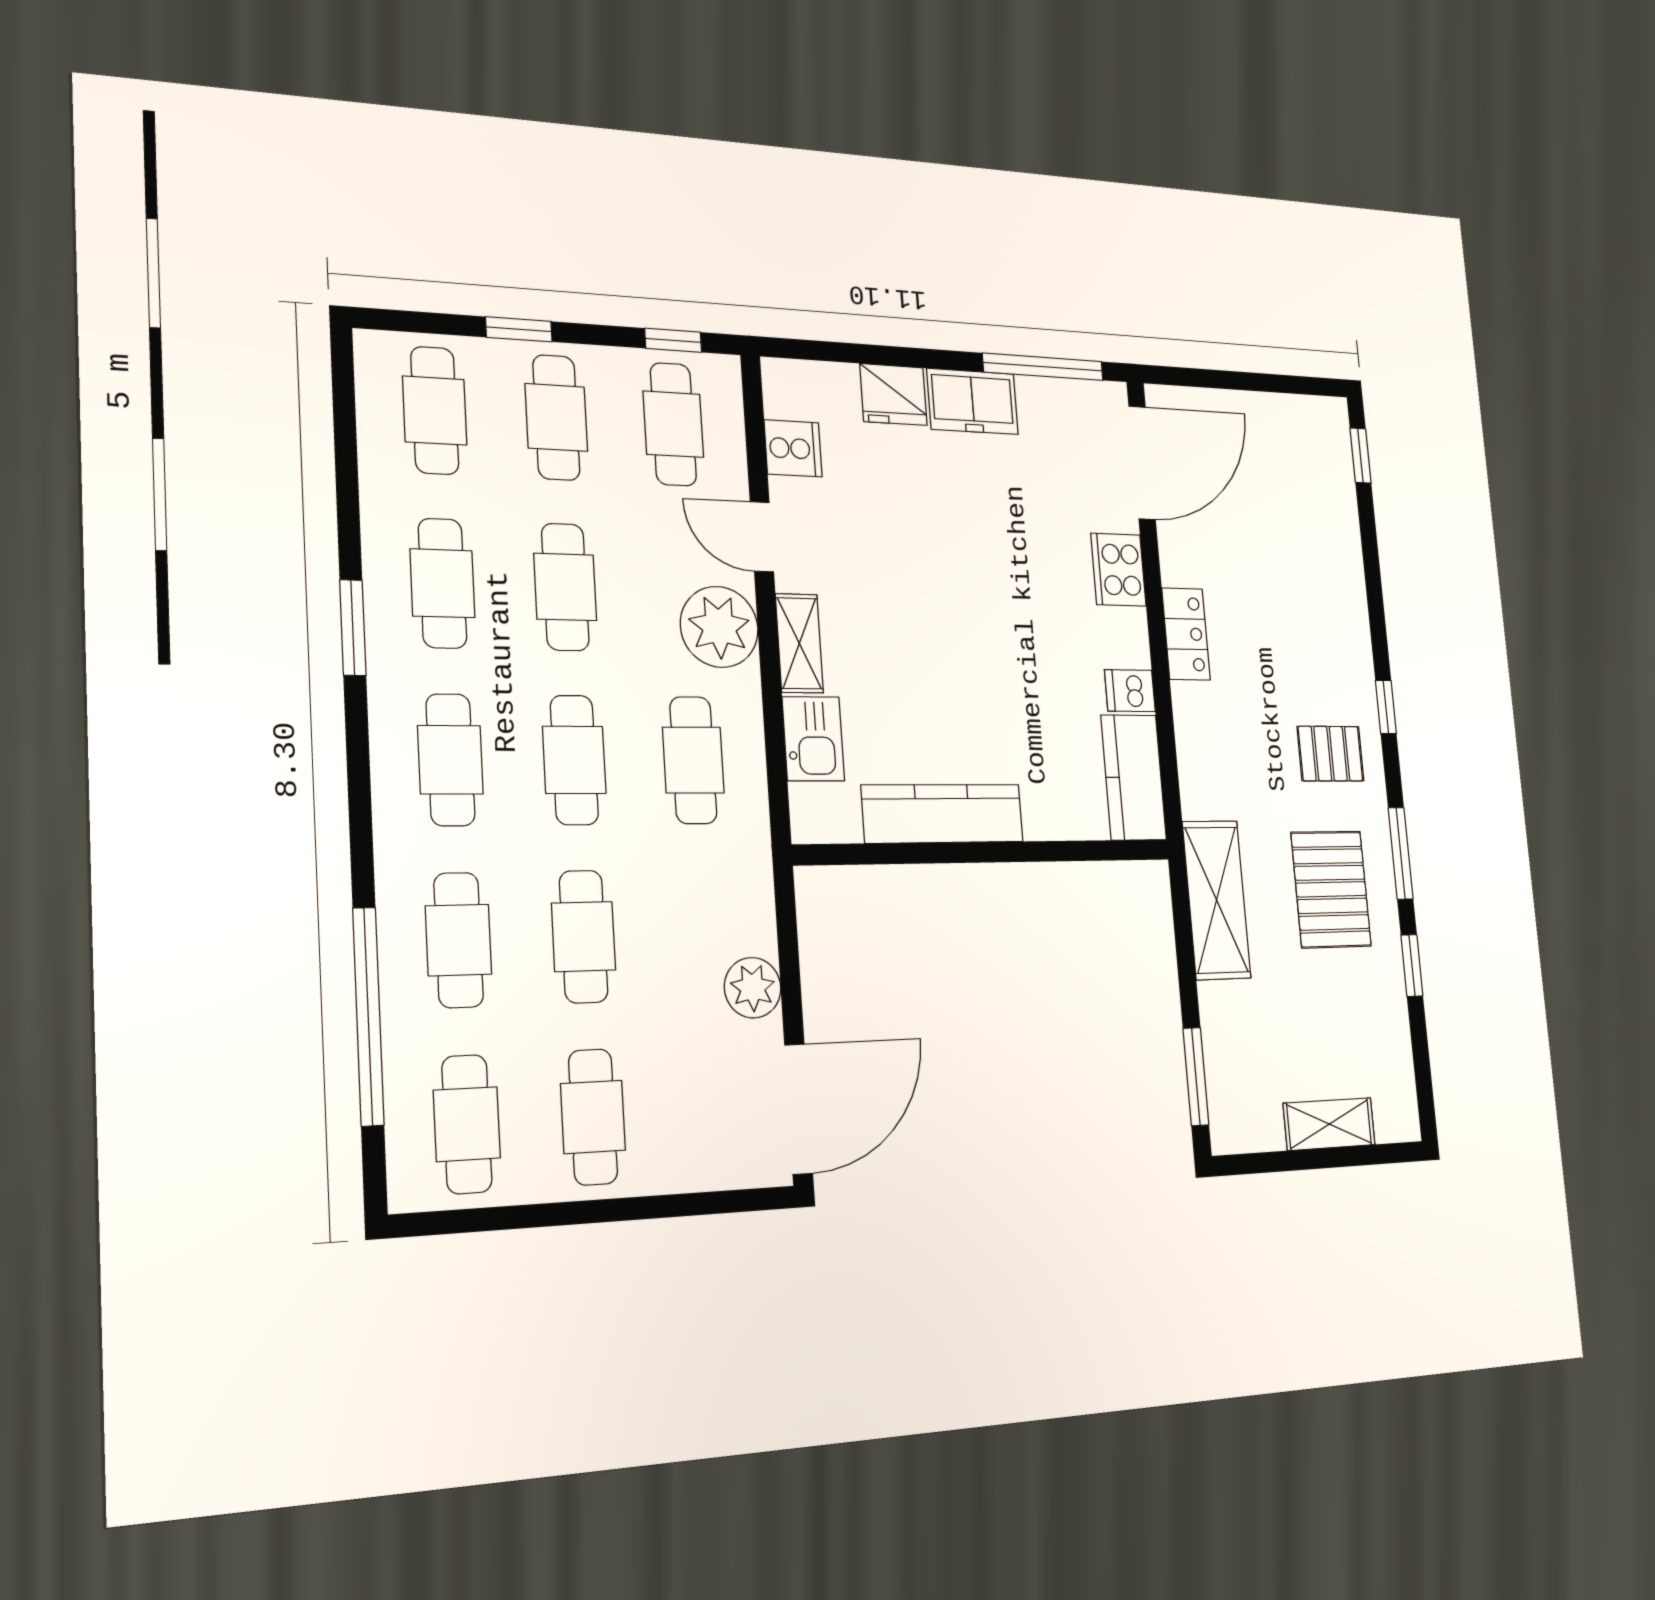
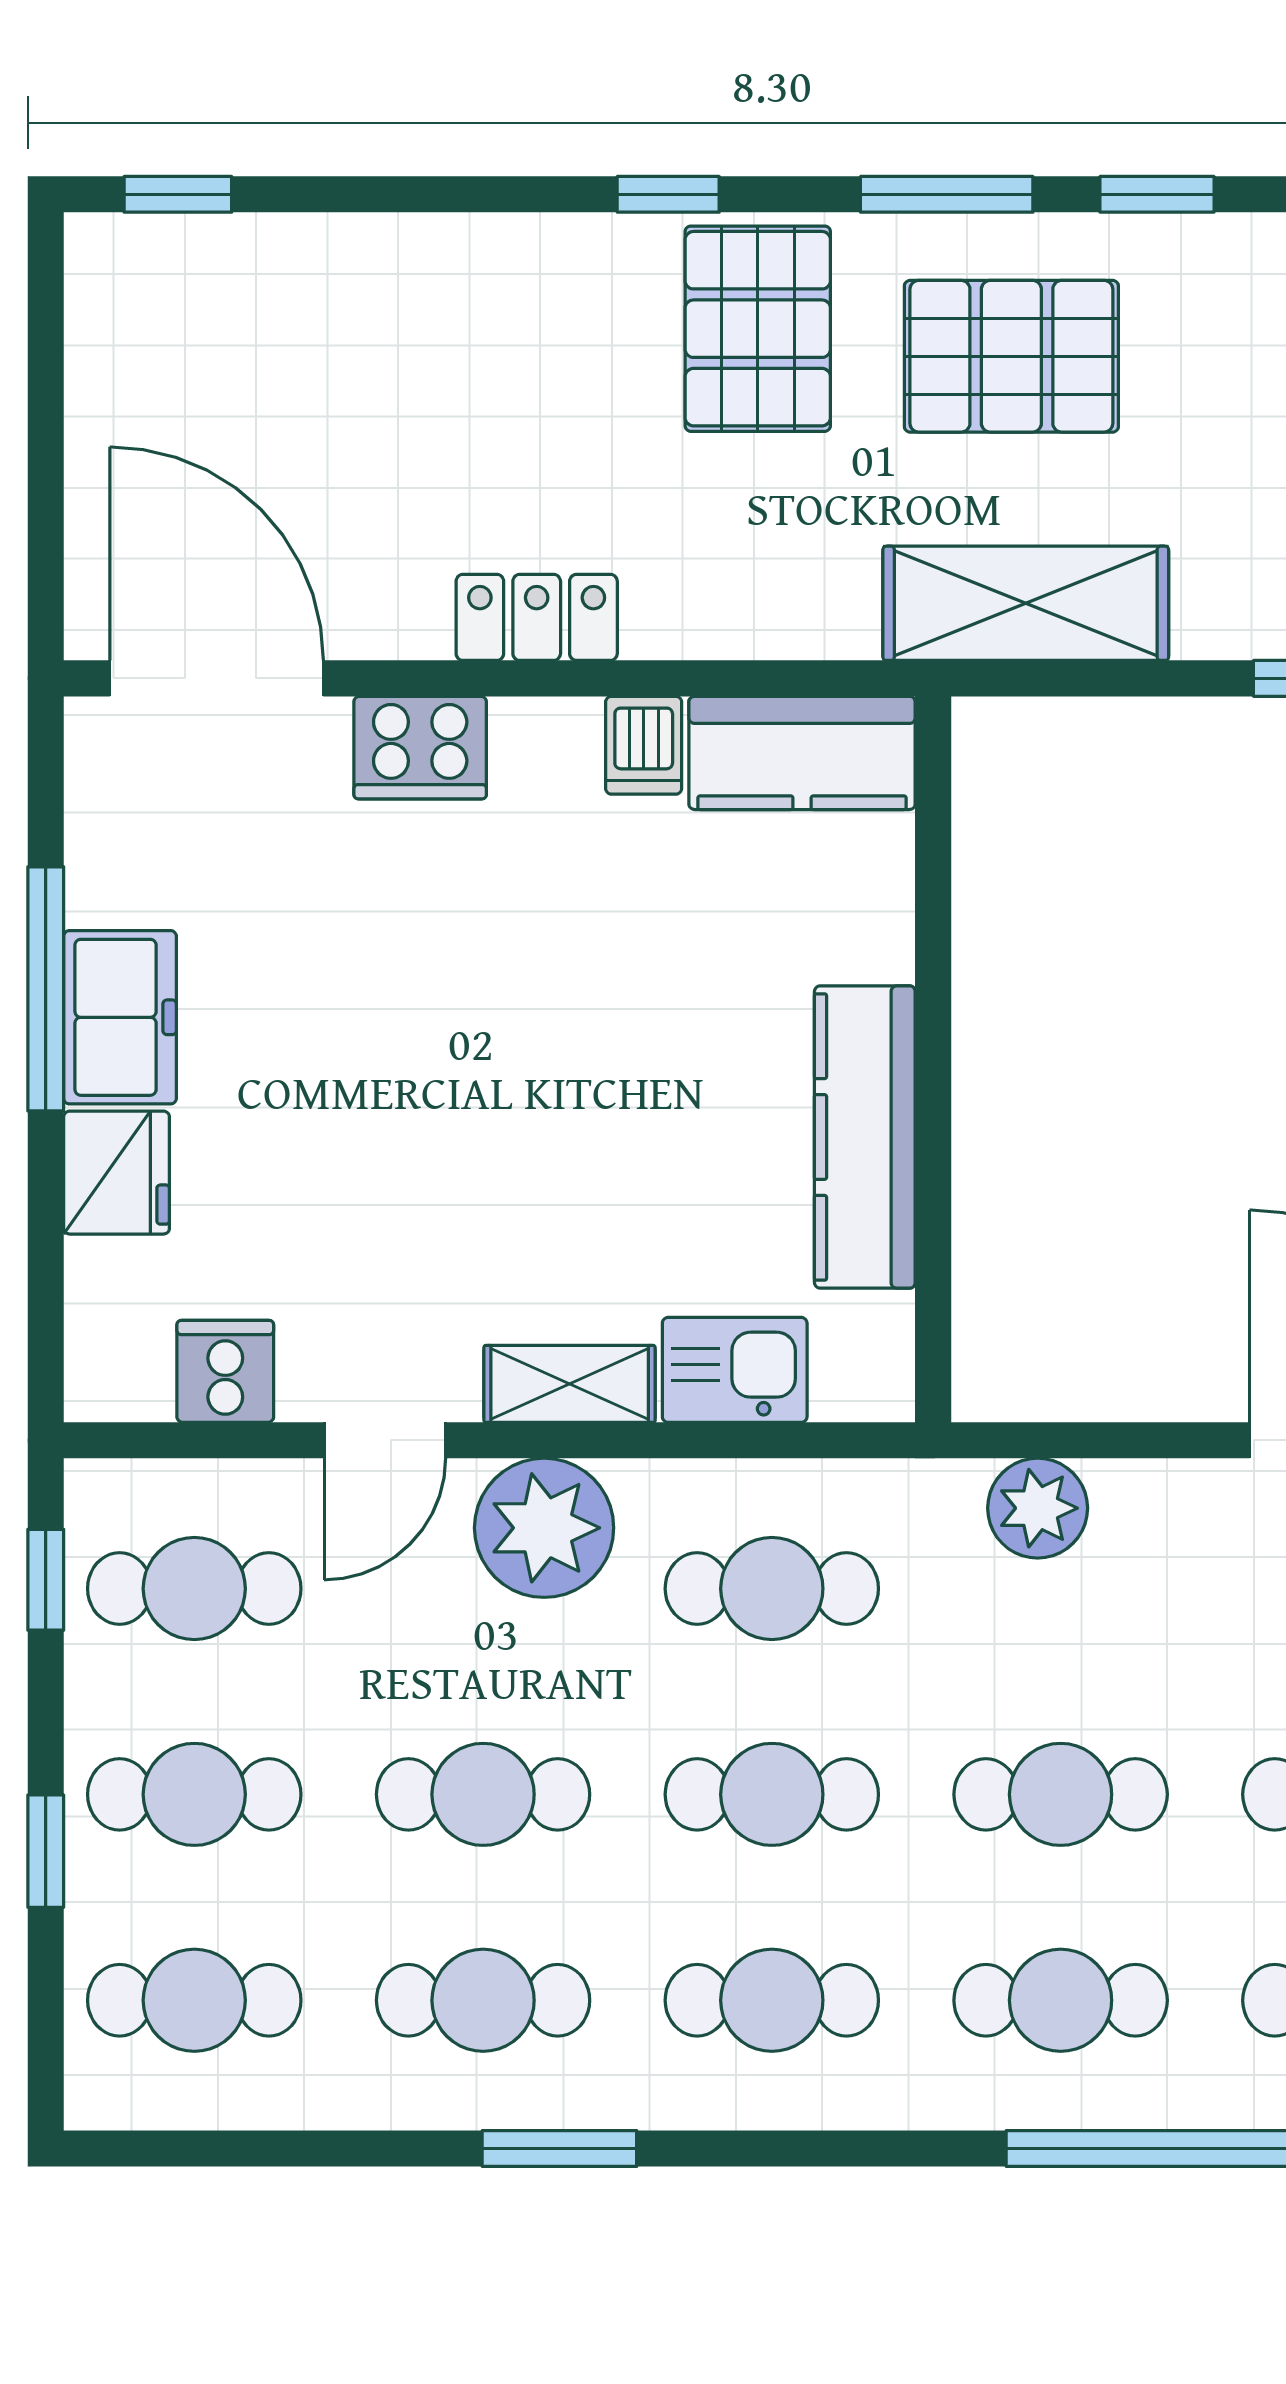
window: (1043, 367) -> (46, 989), moved
pallet: (1330, 754) -> (758, 329), width x1.50, depth x1.42
plant: (753, 988) -> (1038, 1508), moved

